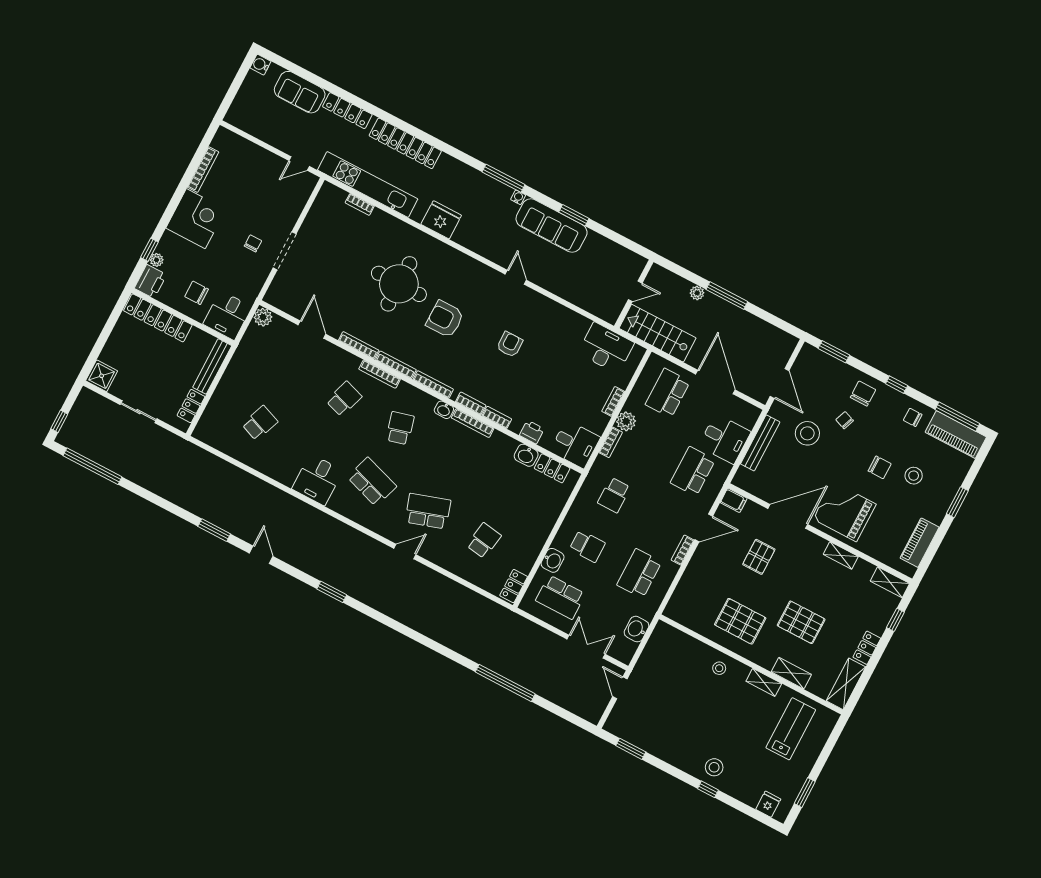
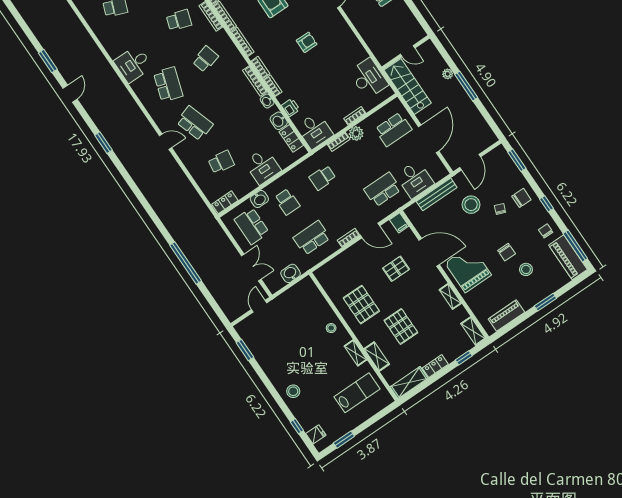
school desk: (668, 393) -> (393, 129), turned 180
washbasin: (444, 410) -> (267, 101), moved
desk: (536, 520) -> (262, 166), added
window: (708, 789) -> (297, 426), moved

